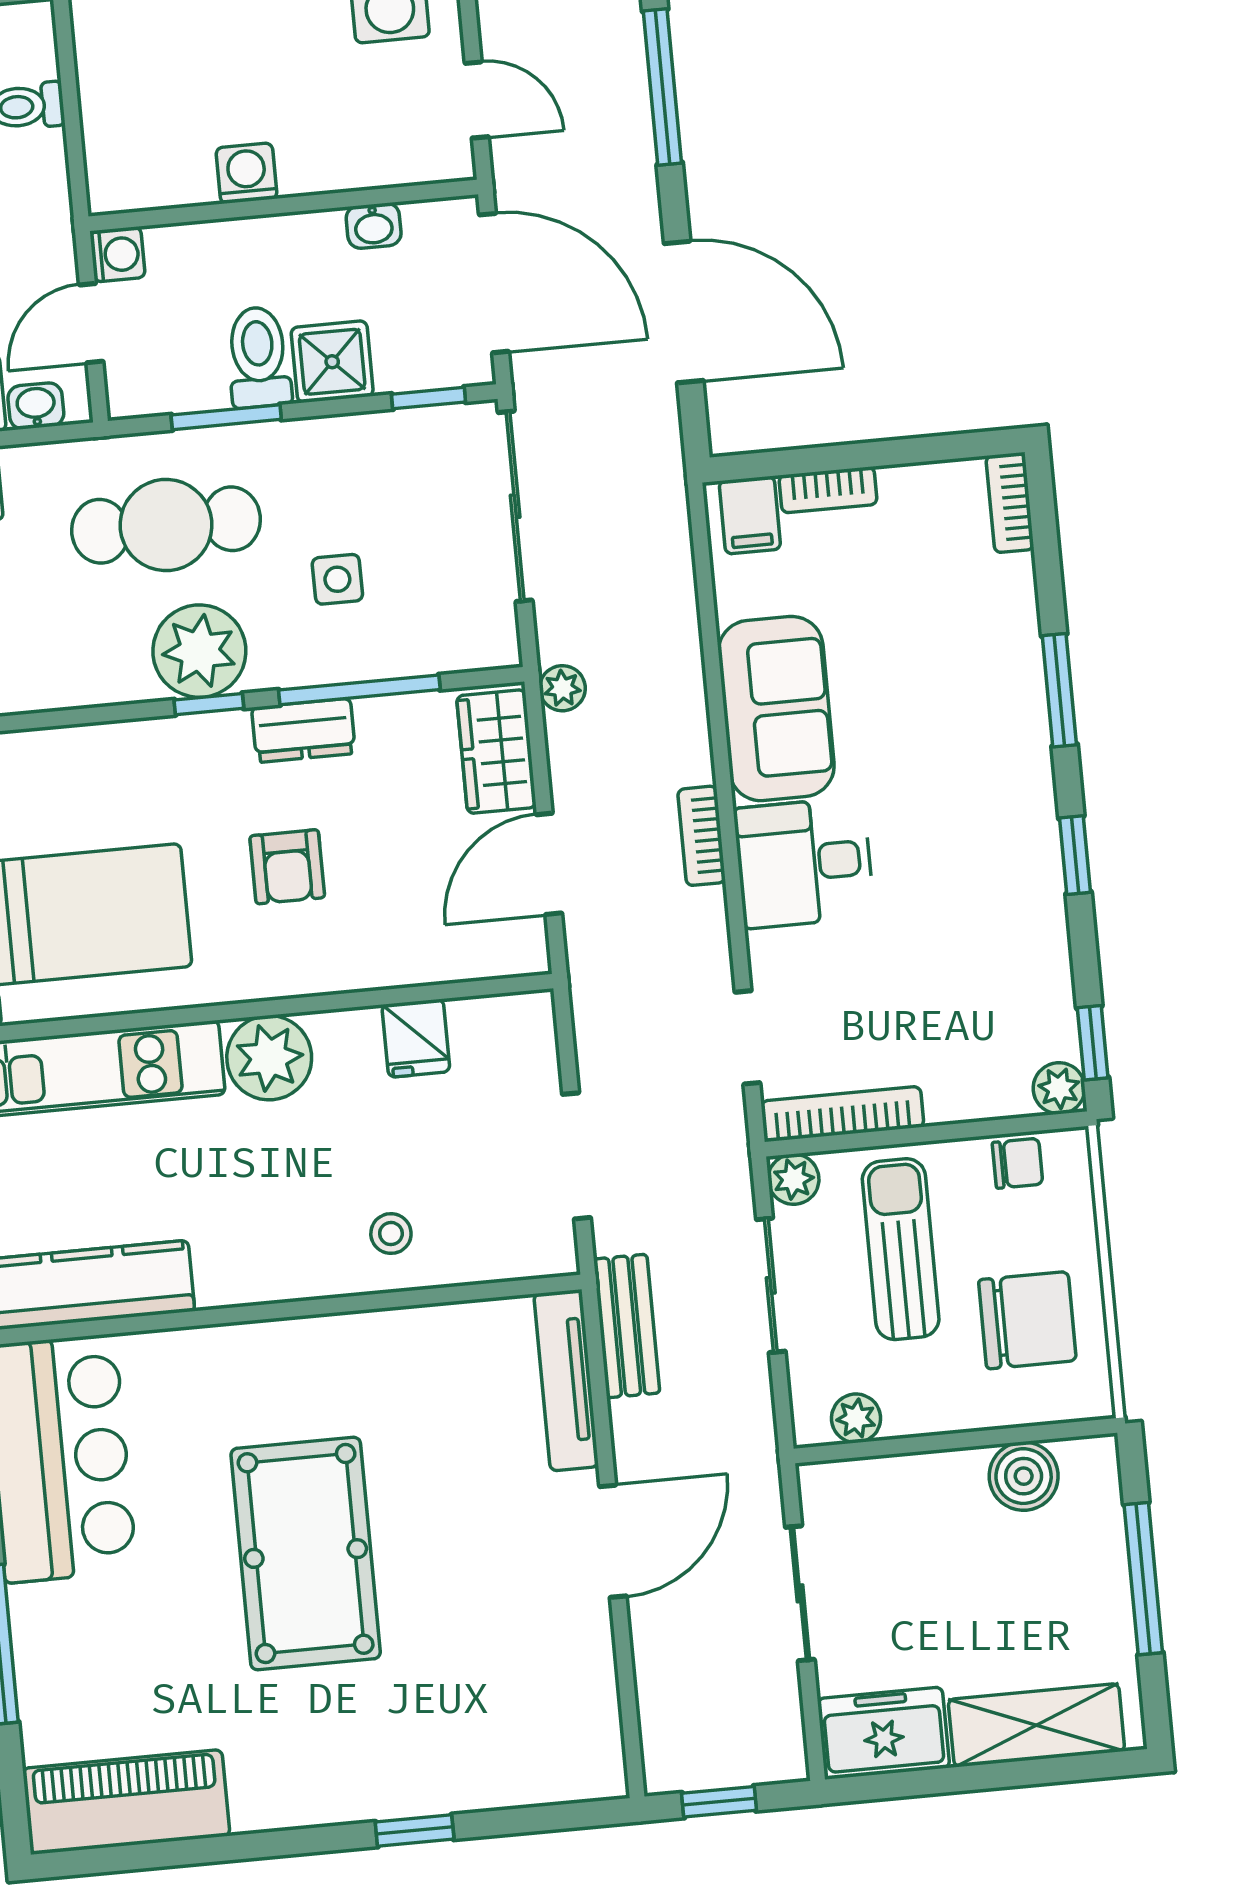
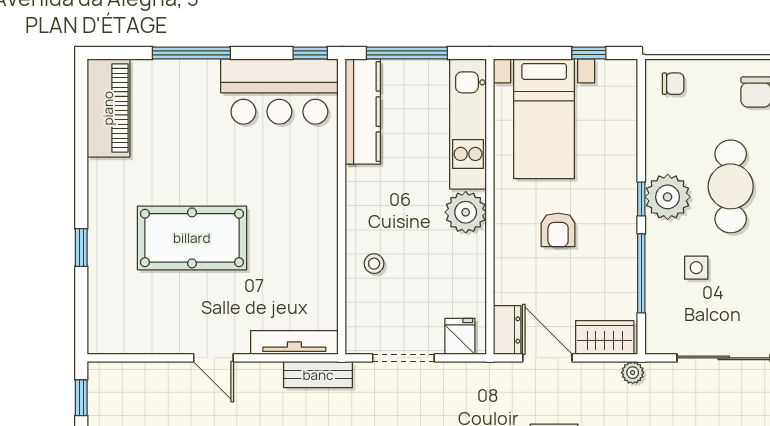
dresser: (303, 730) -> (507, 330), moved, turned 180
armchair: (287, 867) -> (558, 230), turned -90
fridge: (416, 1038) -> (460, 336), moved, turned 90
door: (613, 1541) -> (213, 358), width x0.73
pool table: (306, 1554) -> (192, 238), moved

